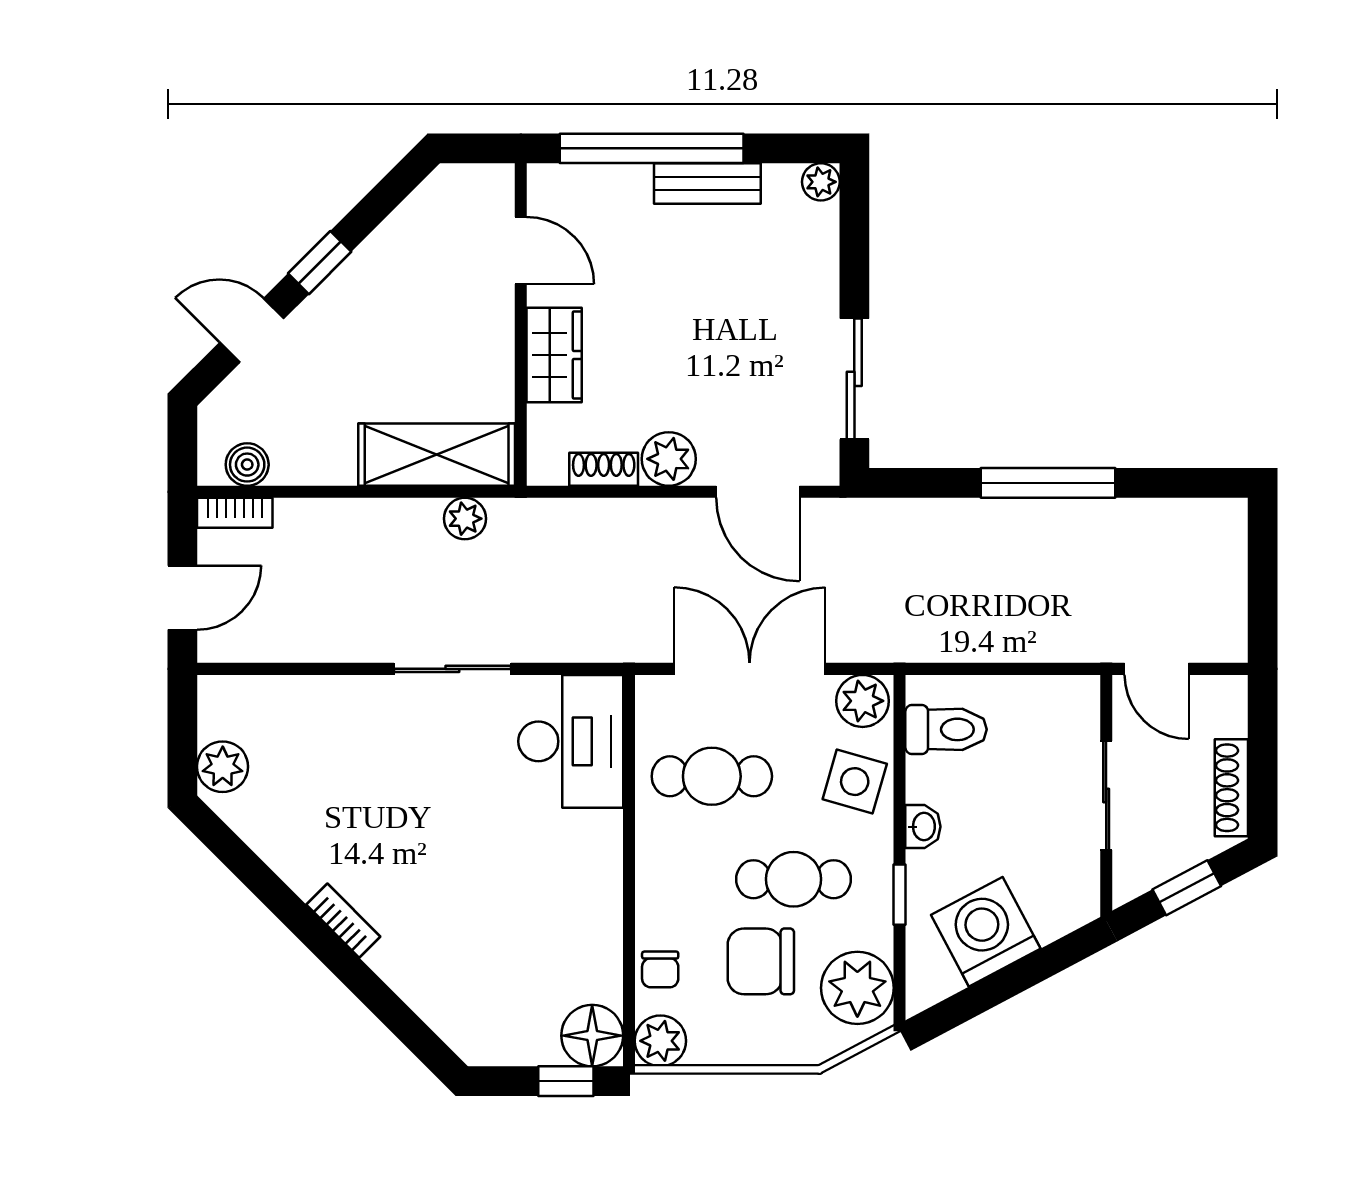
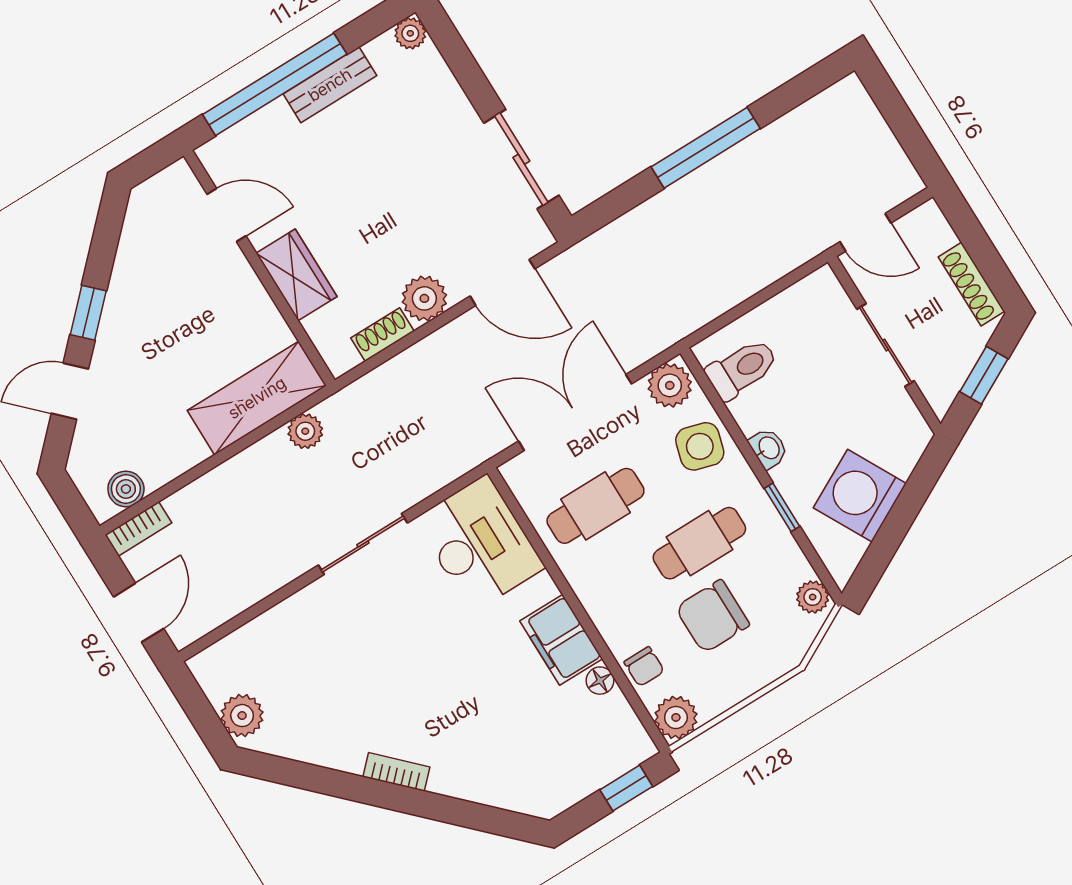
filing cabinet: (593, 890) -> (561, 640), added
plant: (857, 988) -> (813, 597), width x0.53, depth x0.53
floor lamp: (592, 1036) -> (600, 681), moved, width x0.53, depth x0.53

